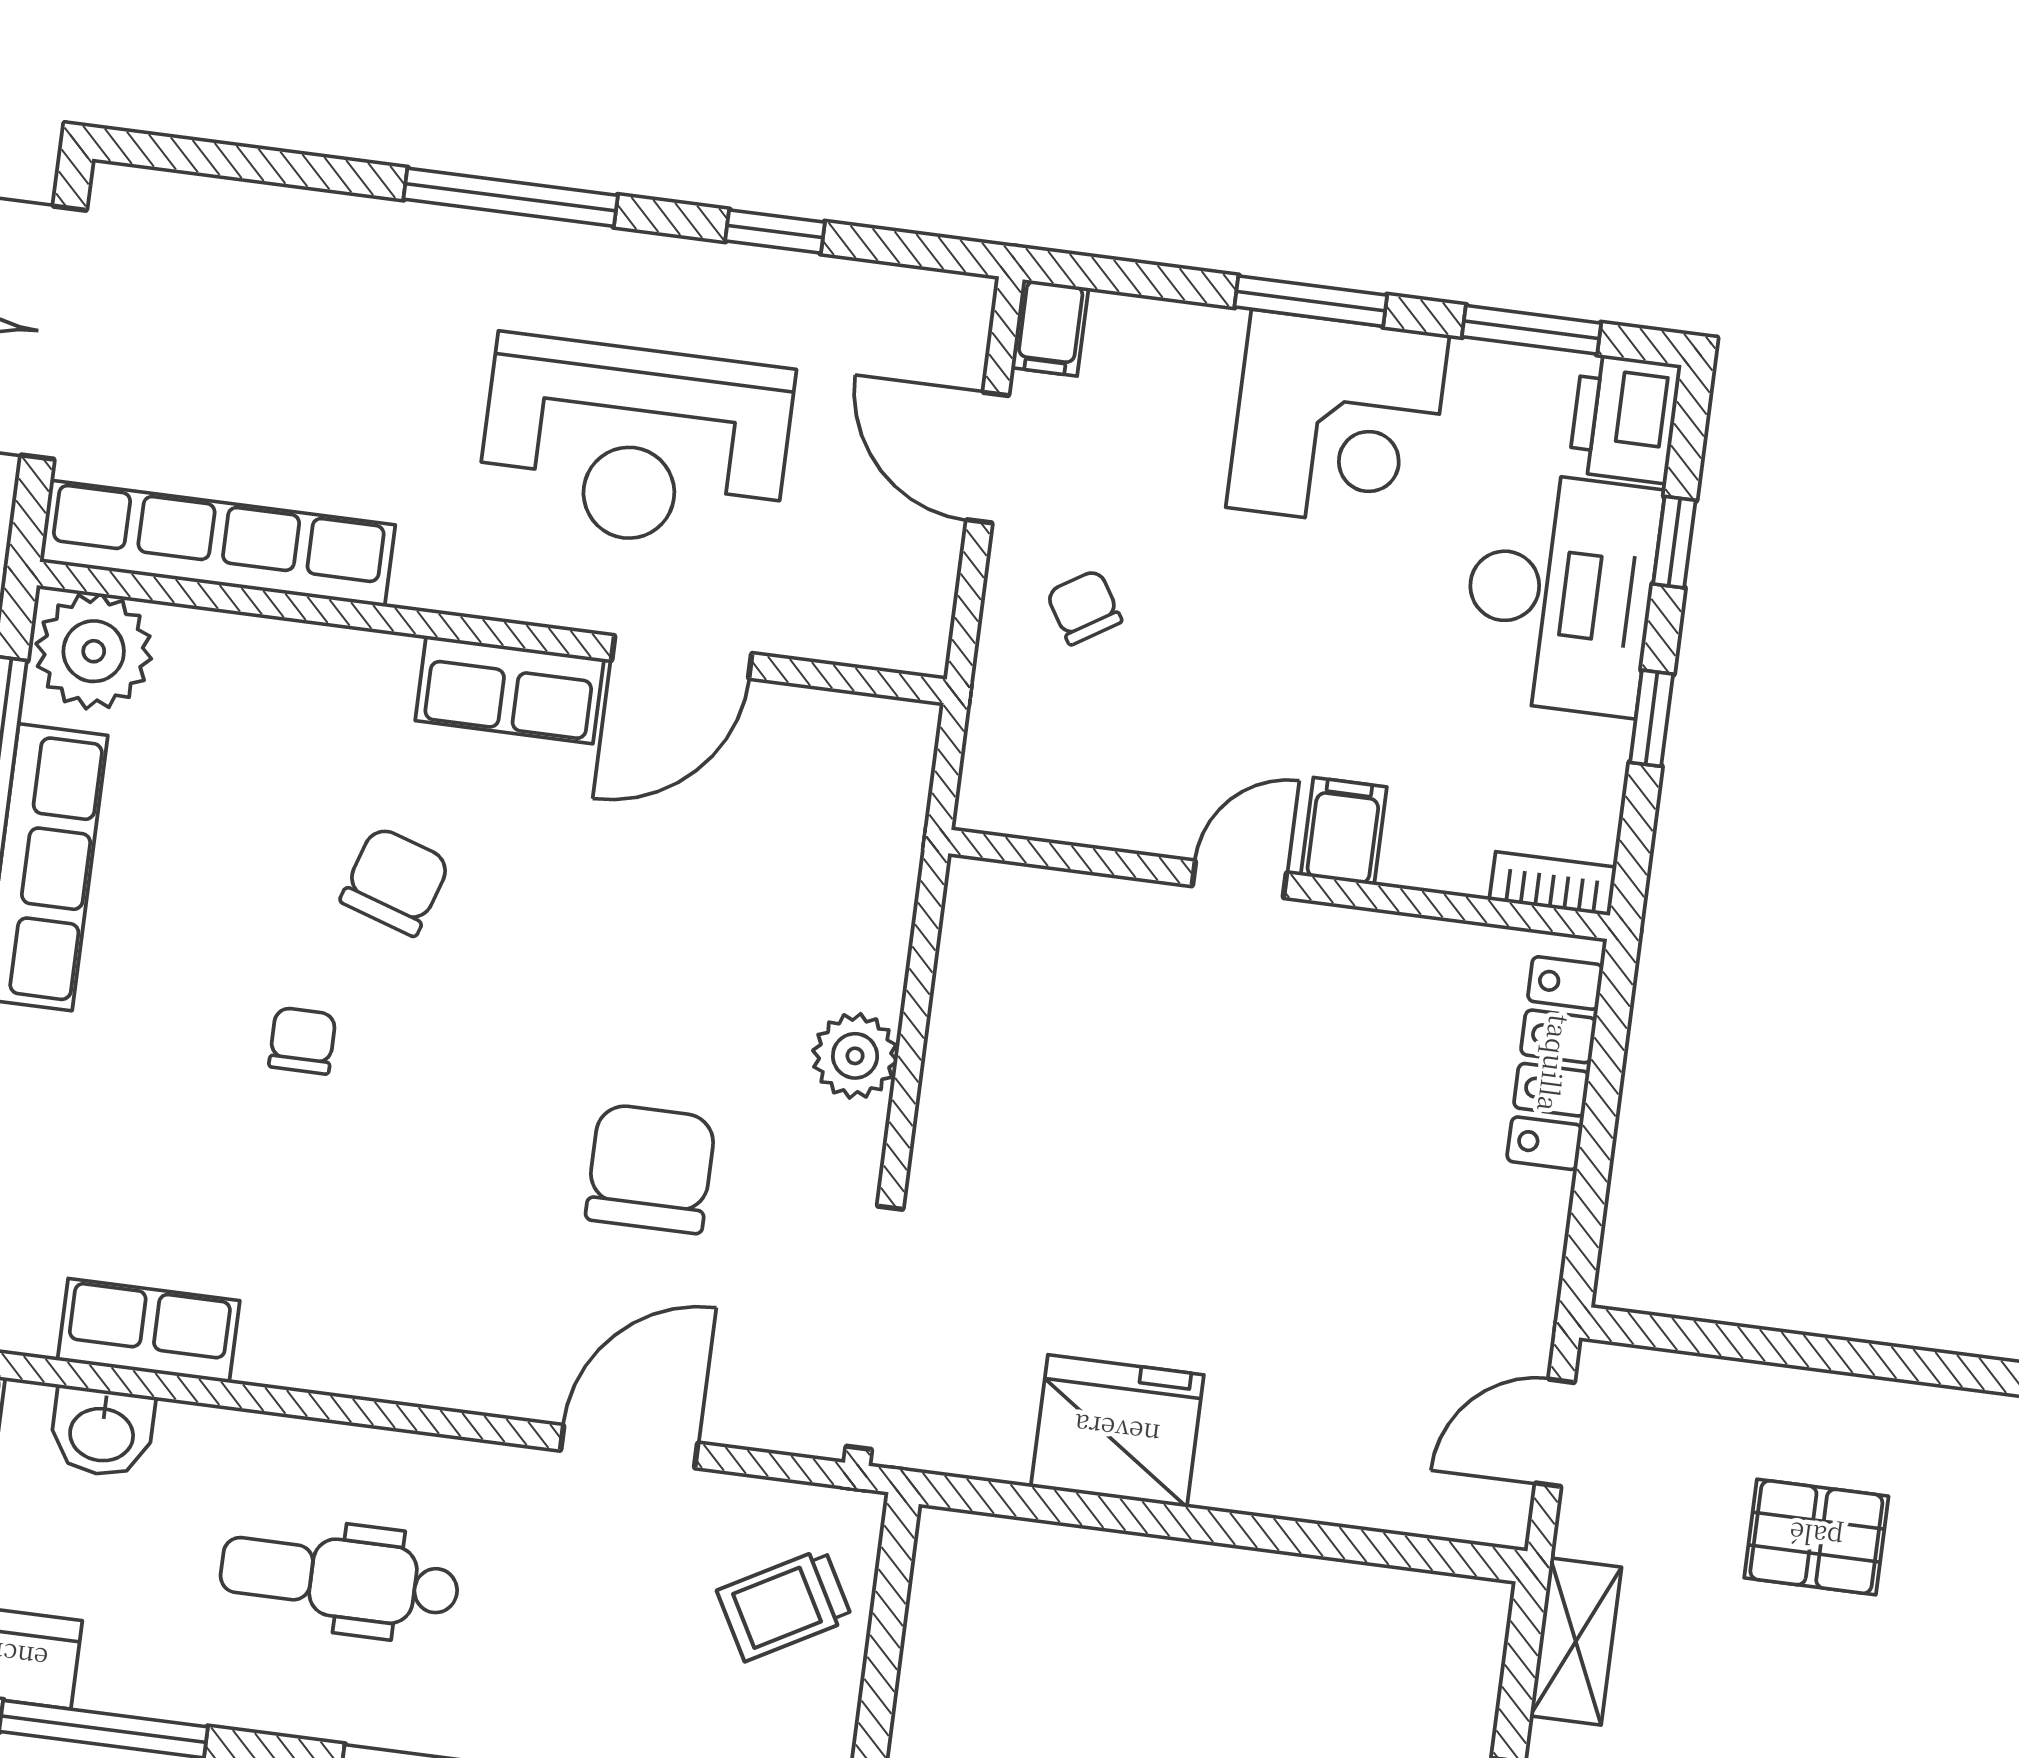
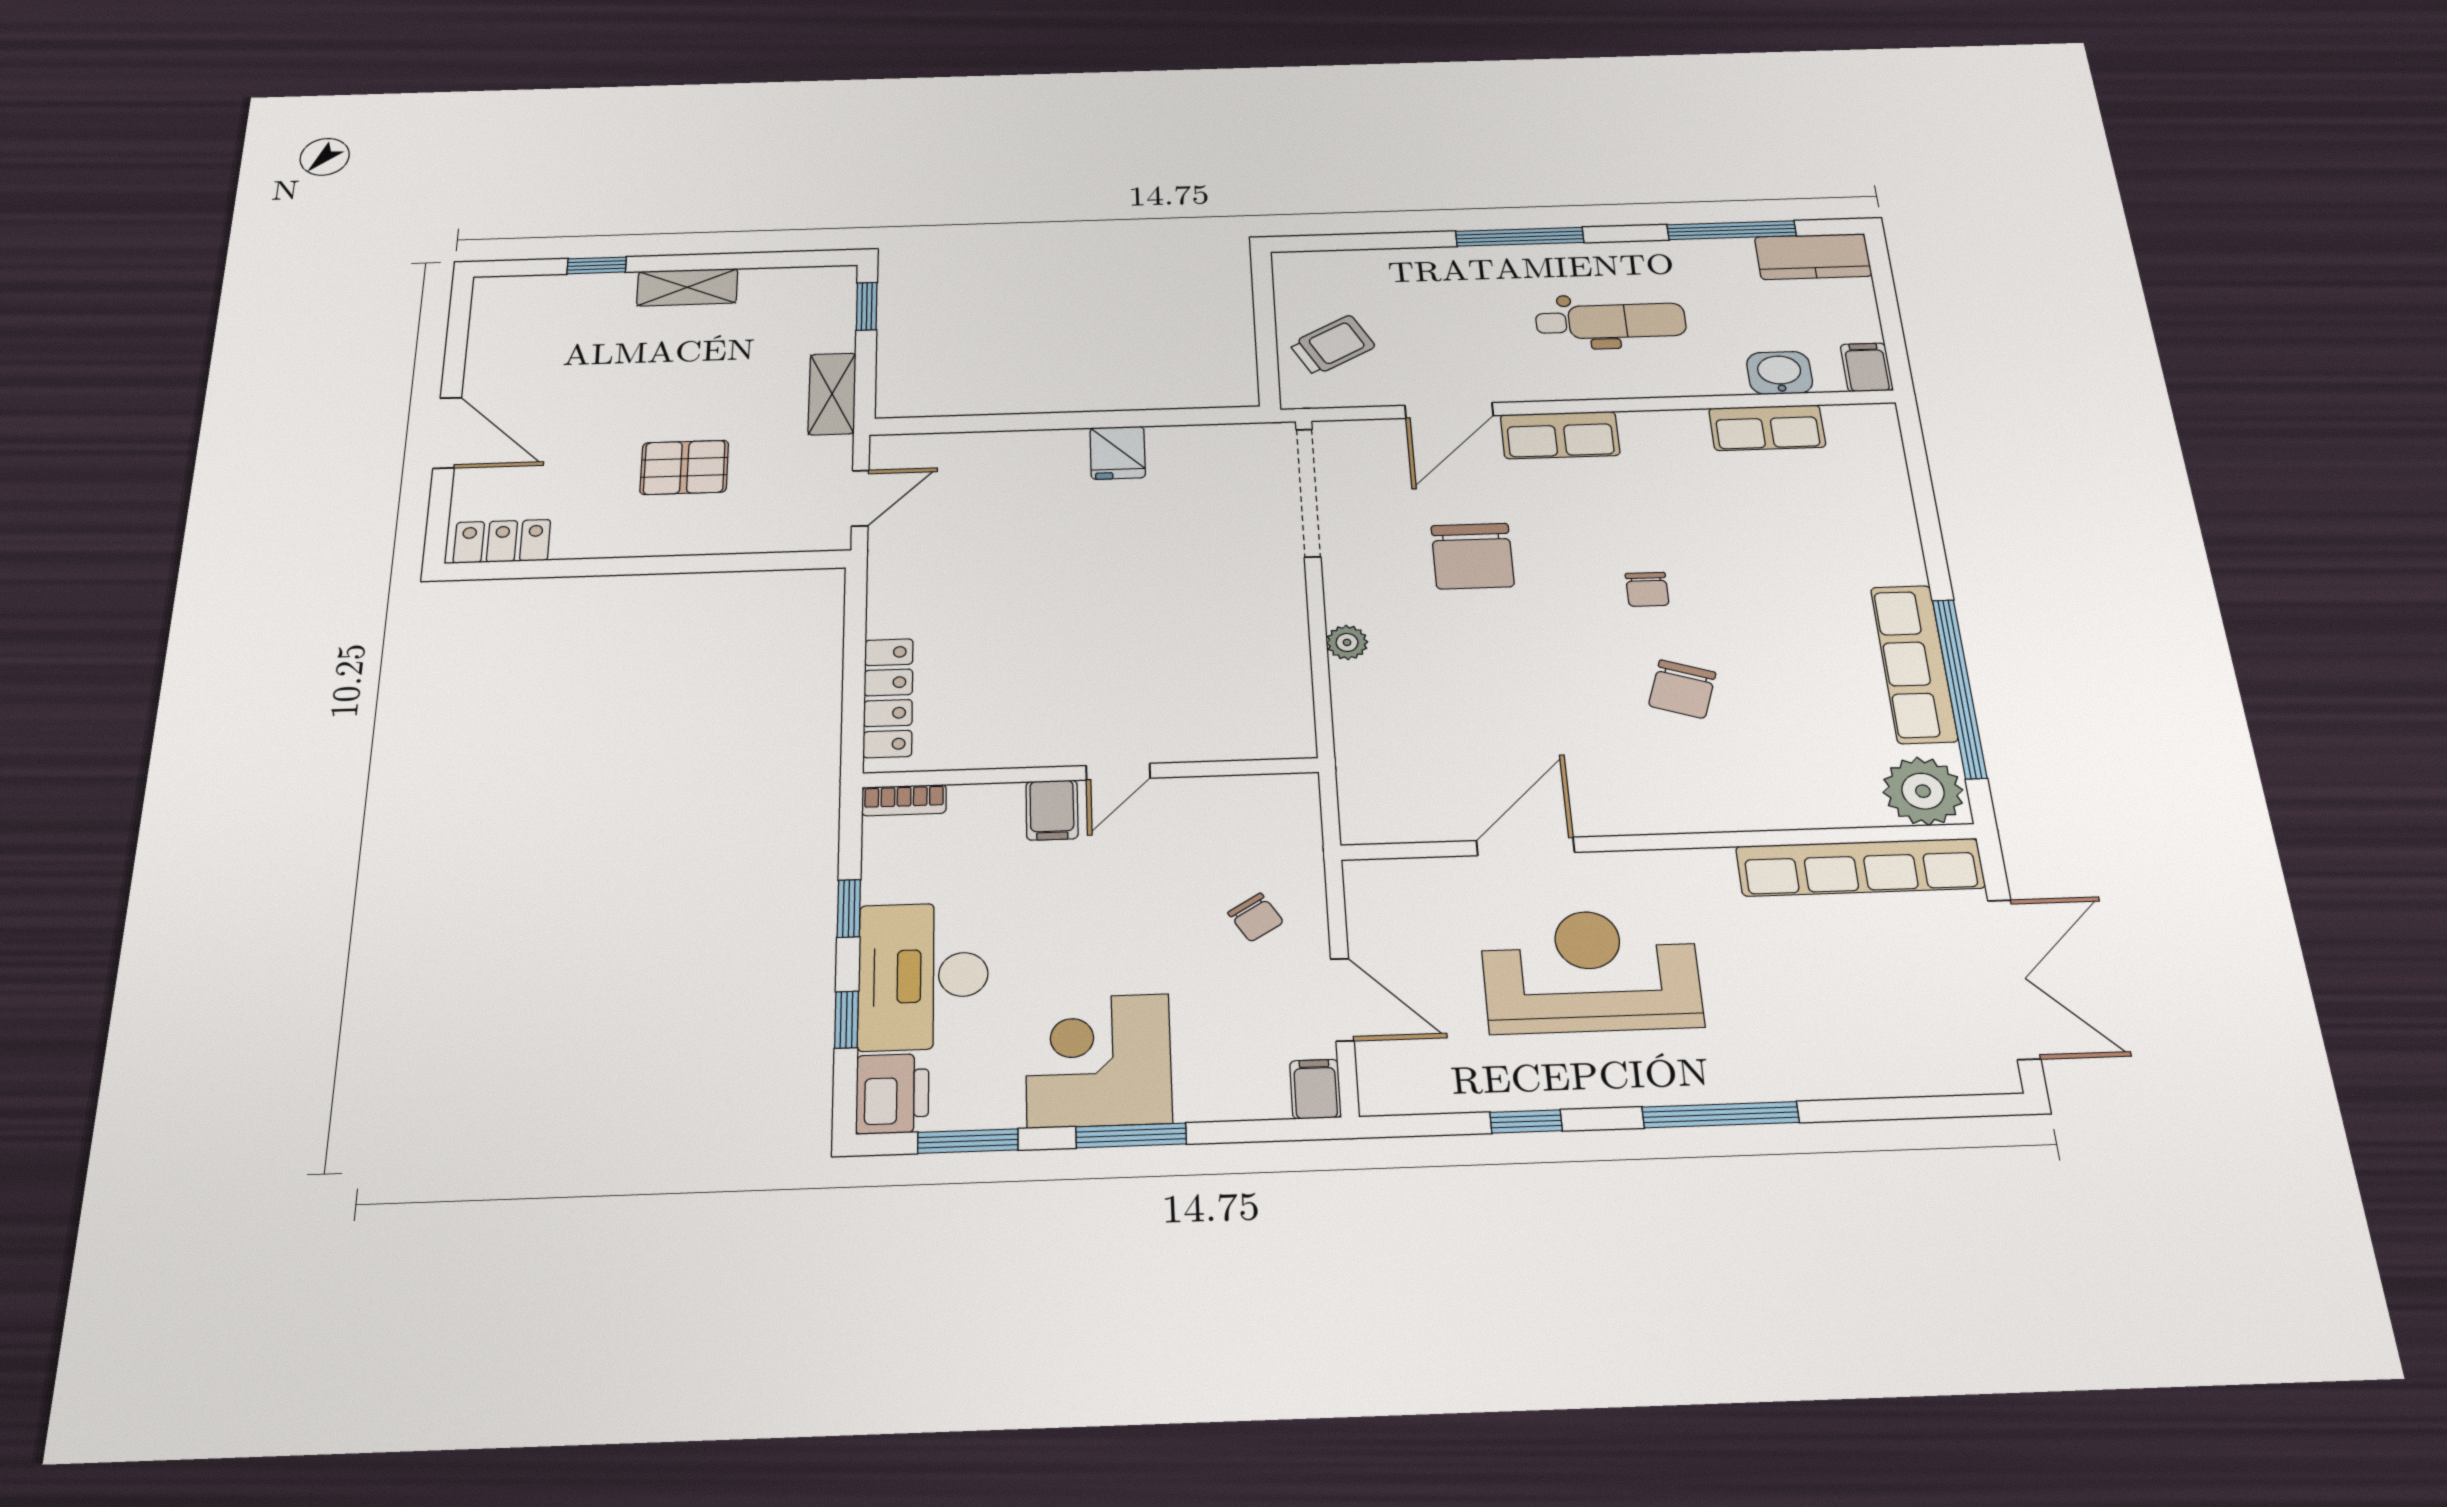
row of seats: (510, 690) -> (1560, 435), moved, turned 180
chair: (302, 1041) -> (1647, 589), moved
plant: (855, 1056) -> (1347, 642), width x0.73, depth x0.73
fridge: (1117, 1431) -> (1118, 453), width x0.53, depth x0.75

